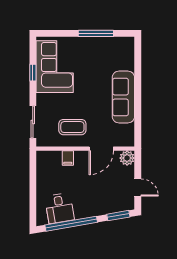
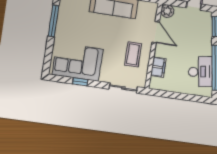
filing cabinet: (68, 158) -> (158, 67), width x2.00
desk: (60, 208) -> (200, 72), width x1.37

